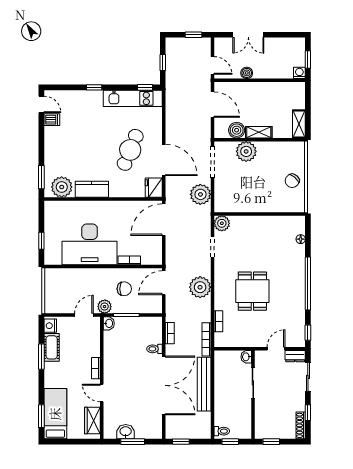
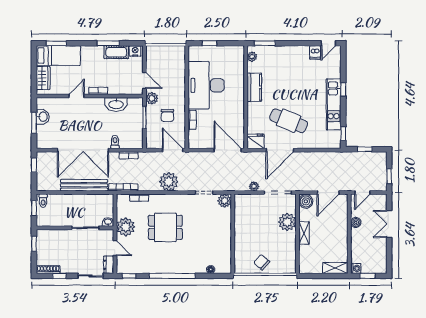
kitchen unit: (133, 98) -> (334, 104), moved
shelving: (299, 124) -> (335, 268), moved
boiler: (237, 130) -> (306, 201), moved
plant: (62, 187) -> (252, 57), width x0.53, depth x0.53
plant: (200, 194) -> (254, 186), width x0.53, depth x0.53
washbasin: (109, 323) -> (116, 104), moved, width x1.91, depth x1.45
plant: (252, 337) -> (126, 227), added
wardrobe: (92, 421) -> (43, 78), moved, turned 90

